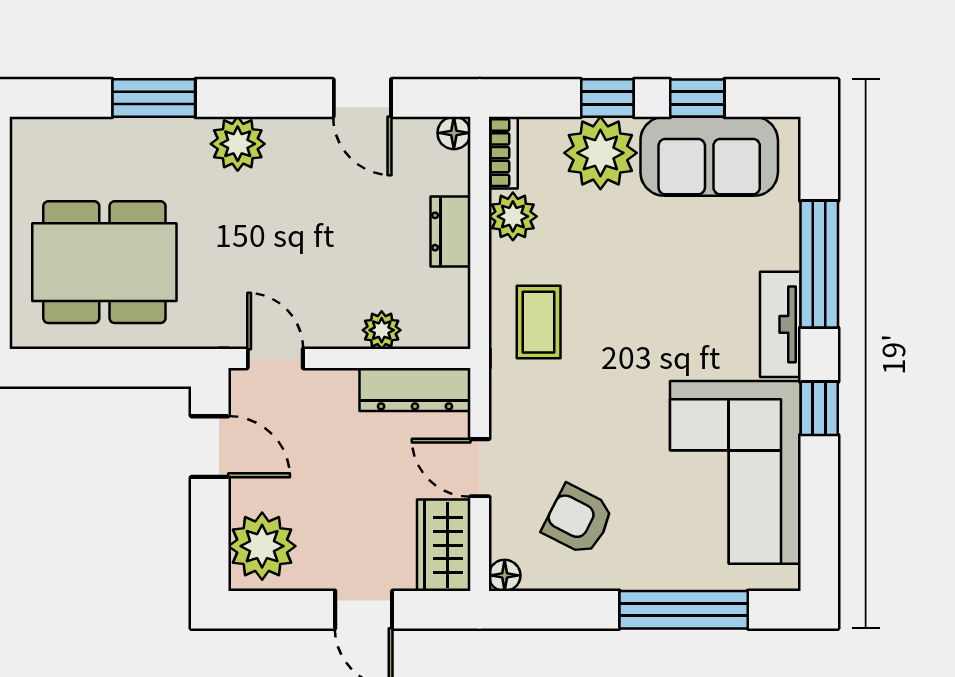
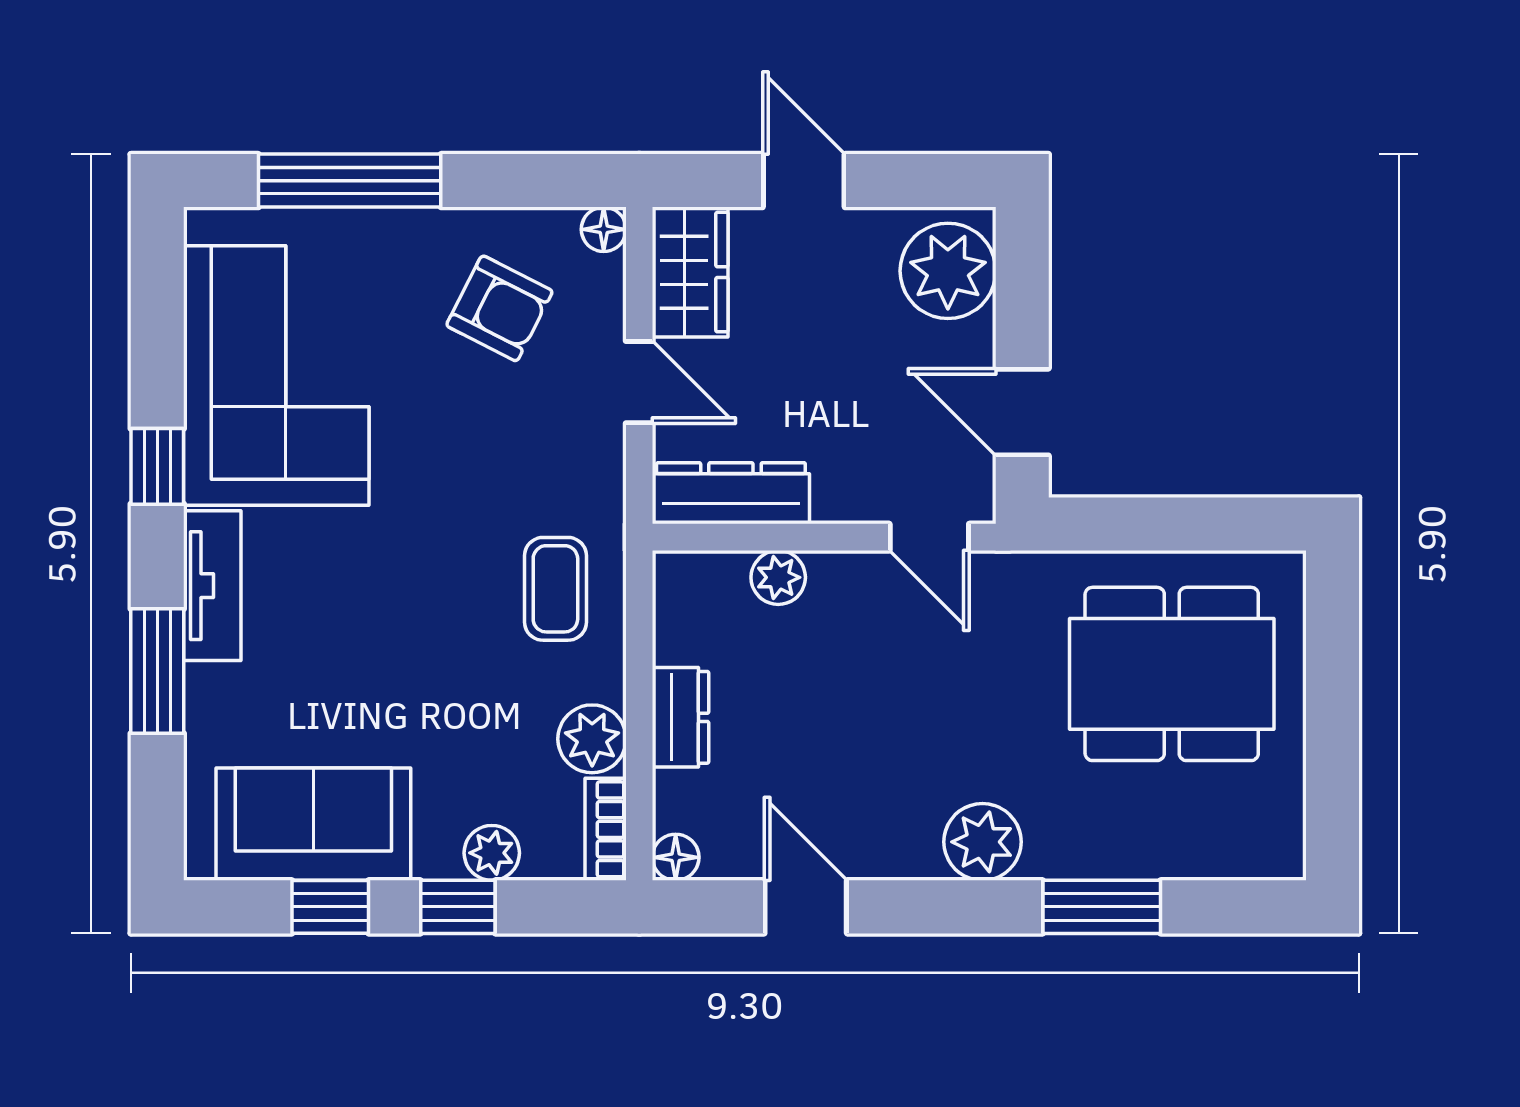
plant: (600, 153) -> (492, 853), width x0.53, depth x0.53
window: (819, 264) -> (157, 671), width x0.69

